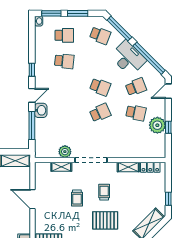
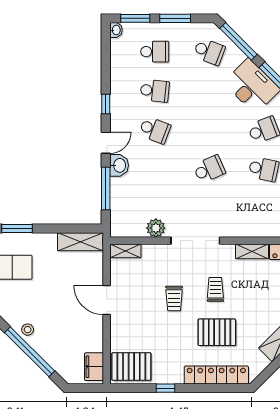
school desk: (100, 87) -> (155, 130), moved
shelving: (61, 167) -> (125, 251), moved

